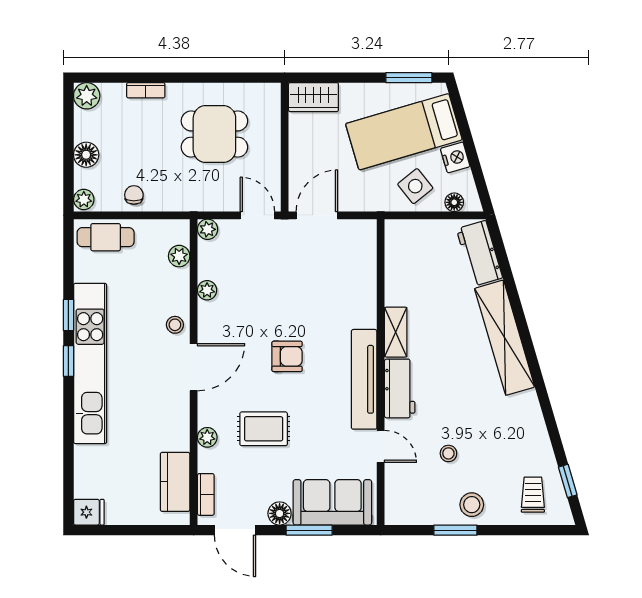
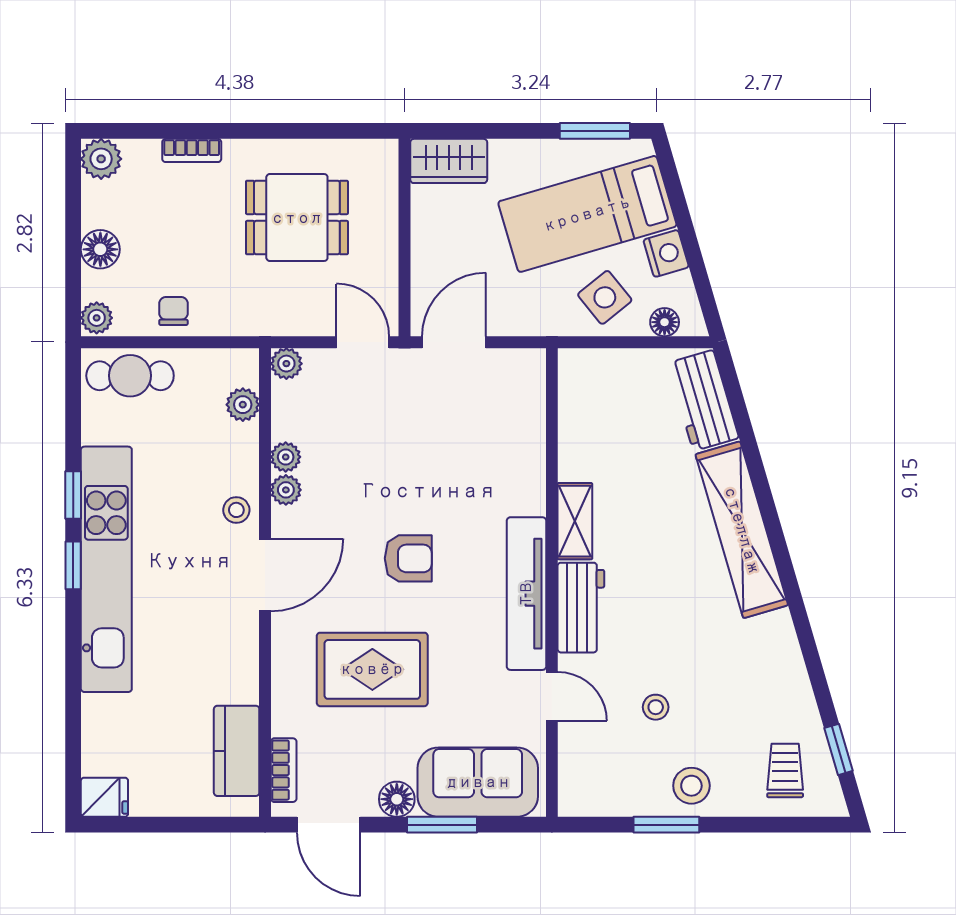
rug: (264, 429) -> (372, 669), width x1.36, depth x1.43
plant: (207, 437) -> (286, 490), moved

